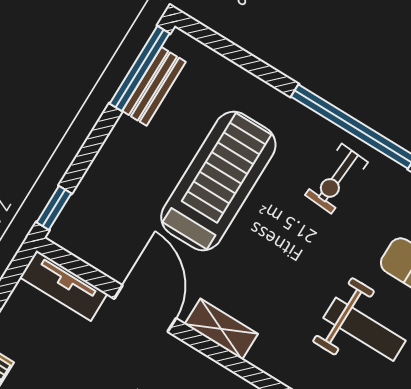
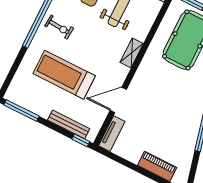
bench: (154, 86) -> (69, 124), moved, width x1.36
shelving: (221, 329) -> (132, 53), moved

